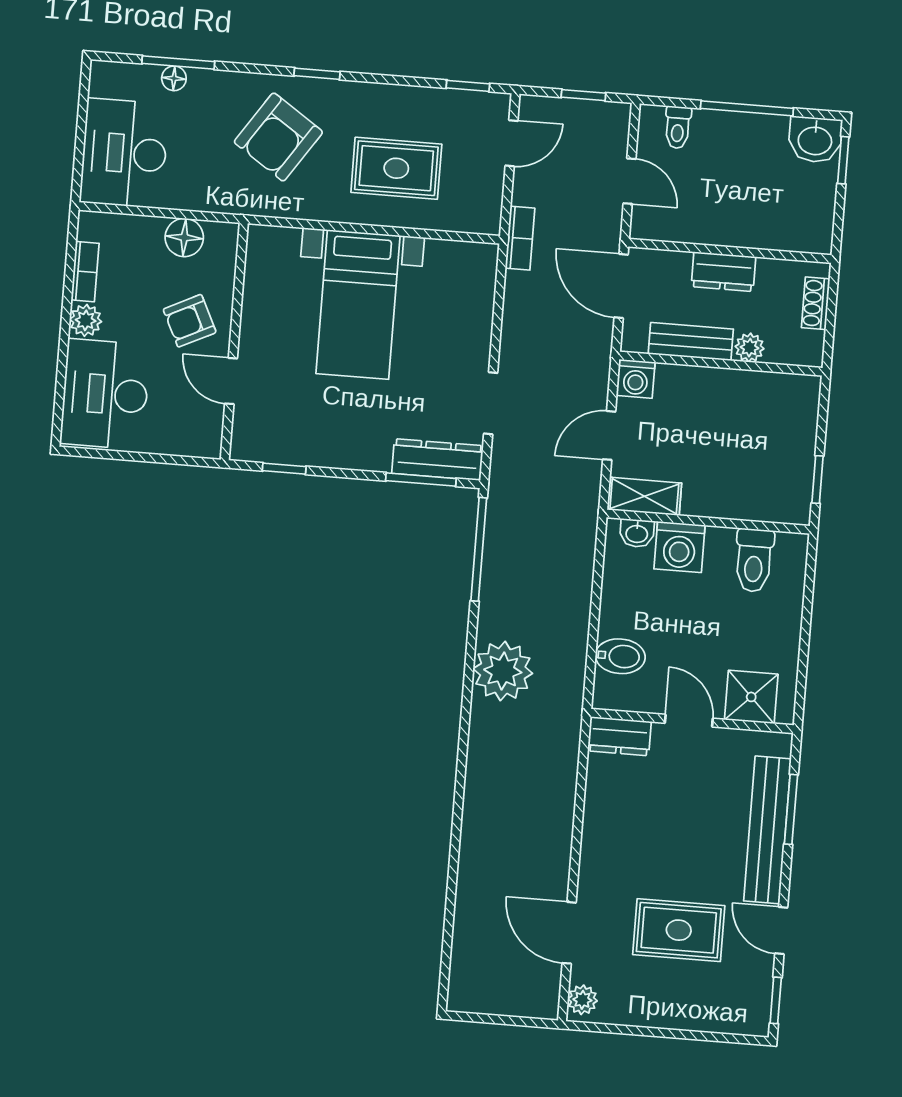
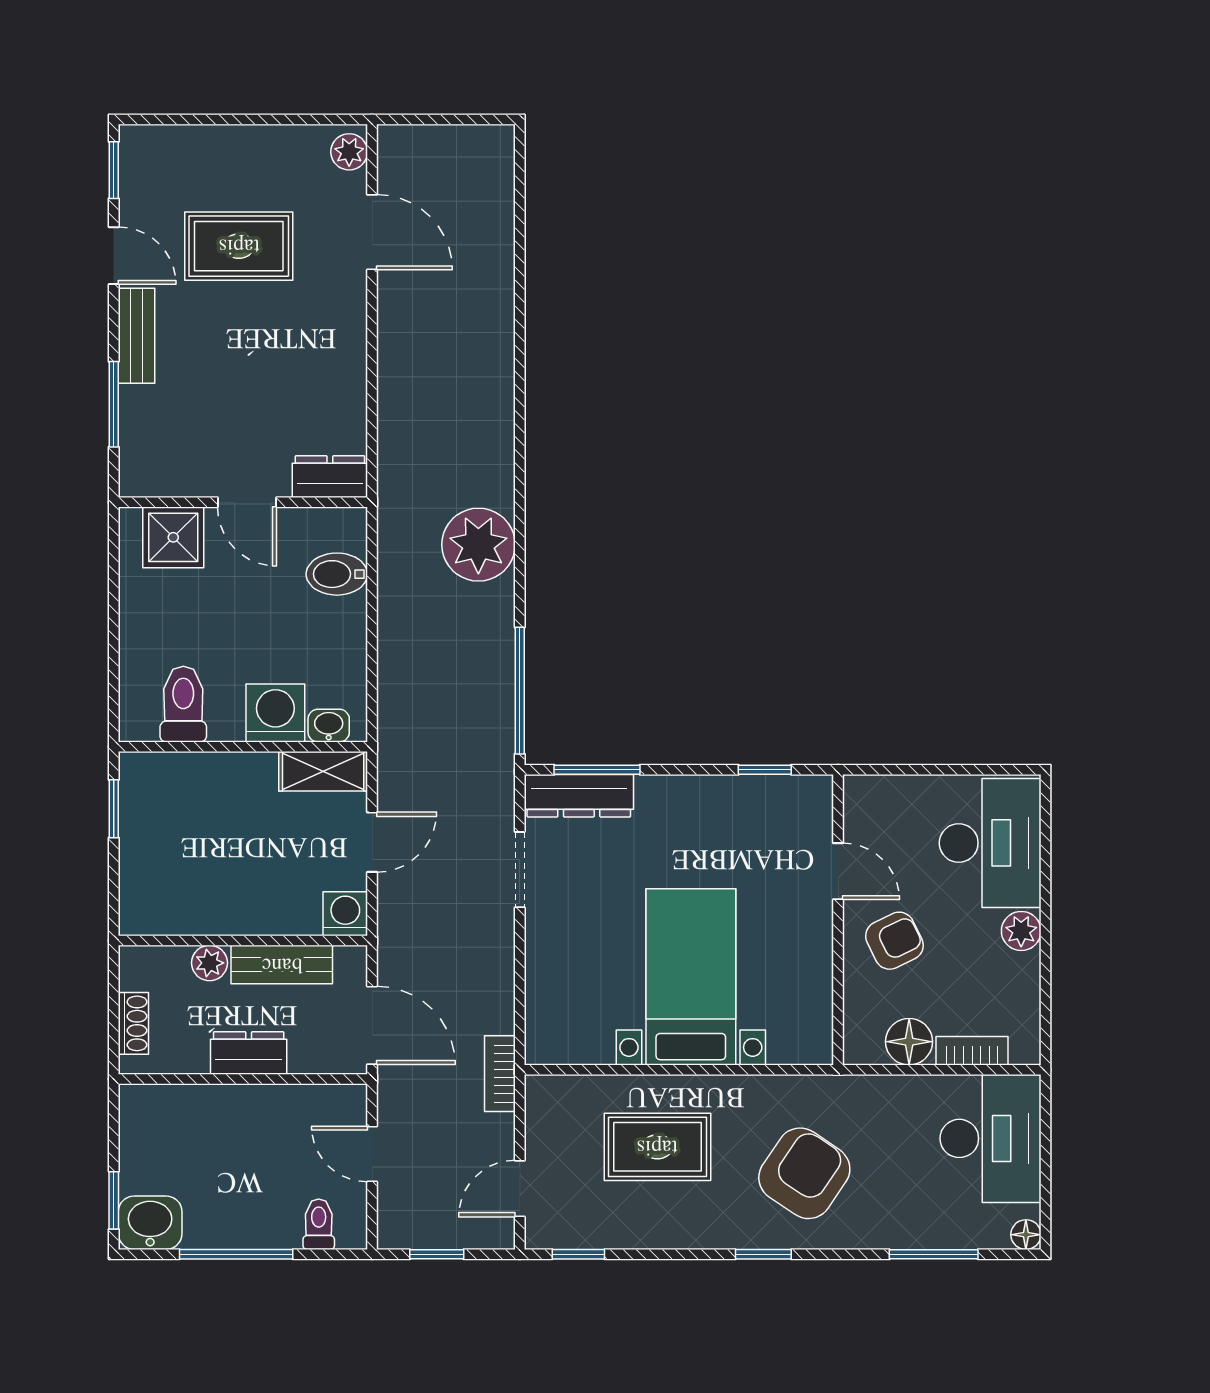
floor lamp: (174, 78) -> (1026, 1235), moved
bookcase: (85, 272) -> (972, 1051), moved, turned 90
bench: (767, 830) -> (137, 336), width x0.54, depth x0.82

